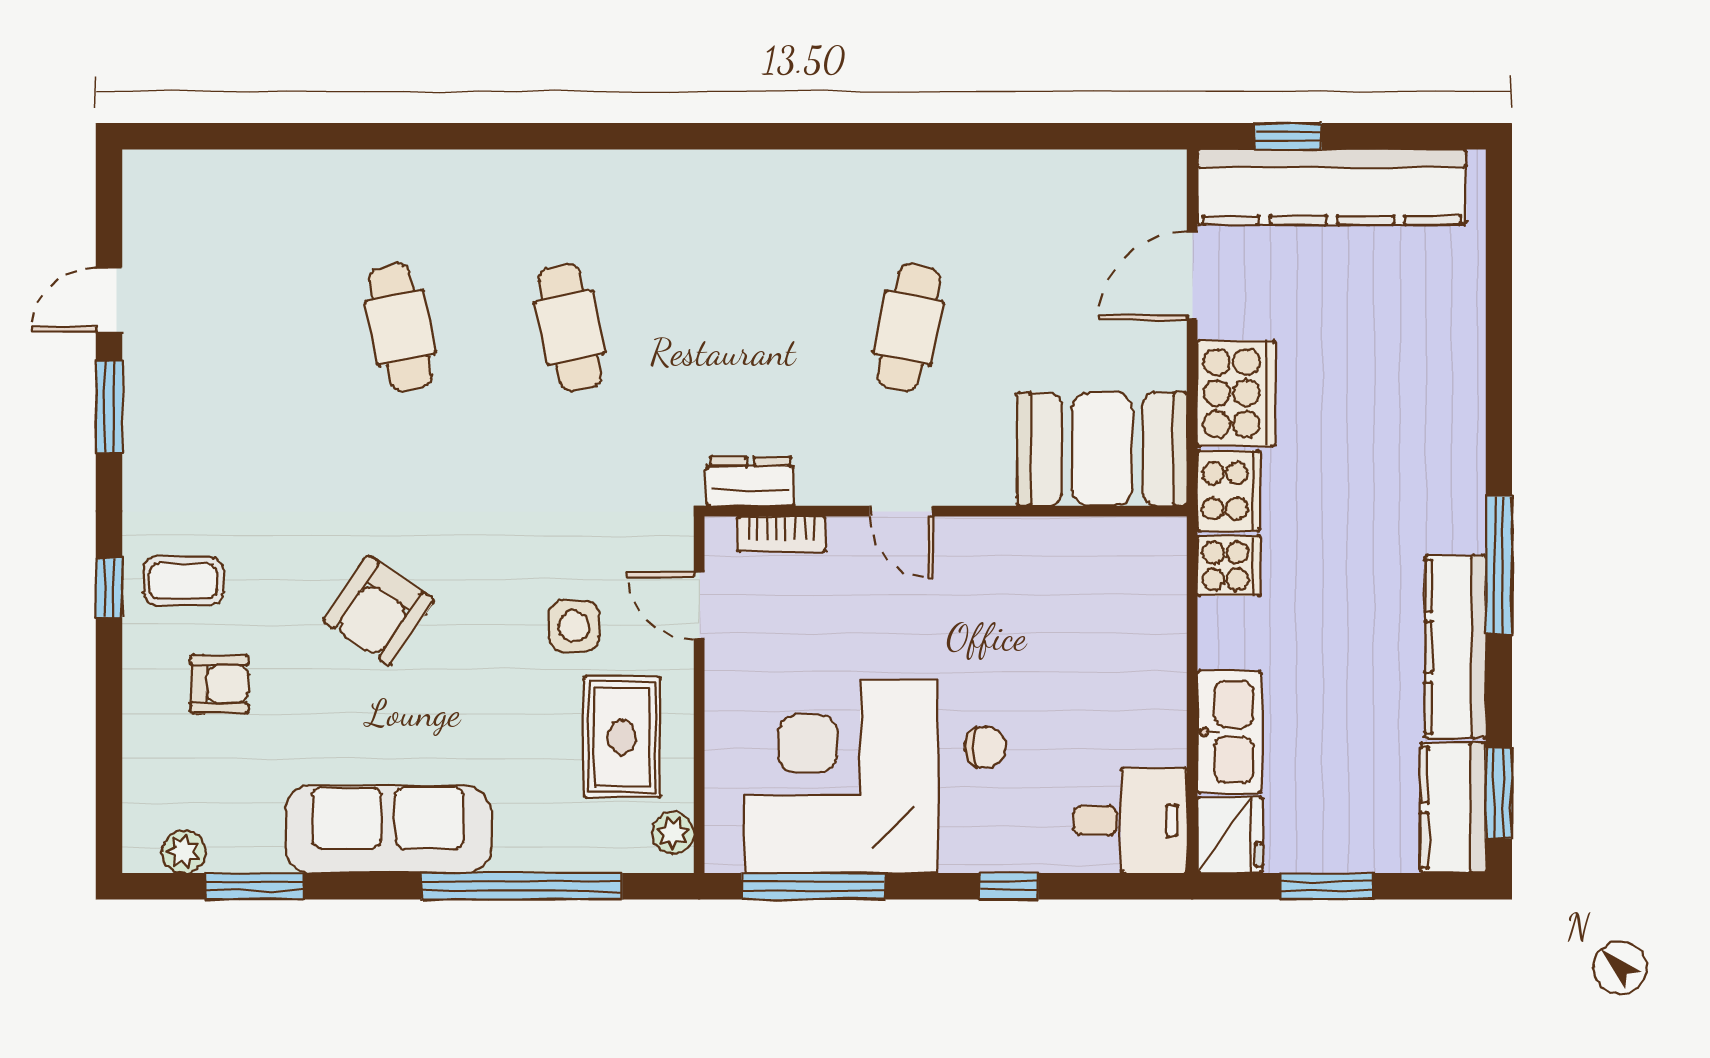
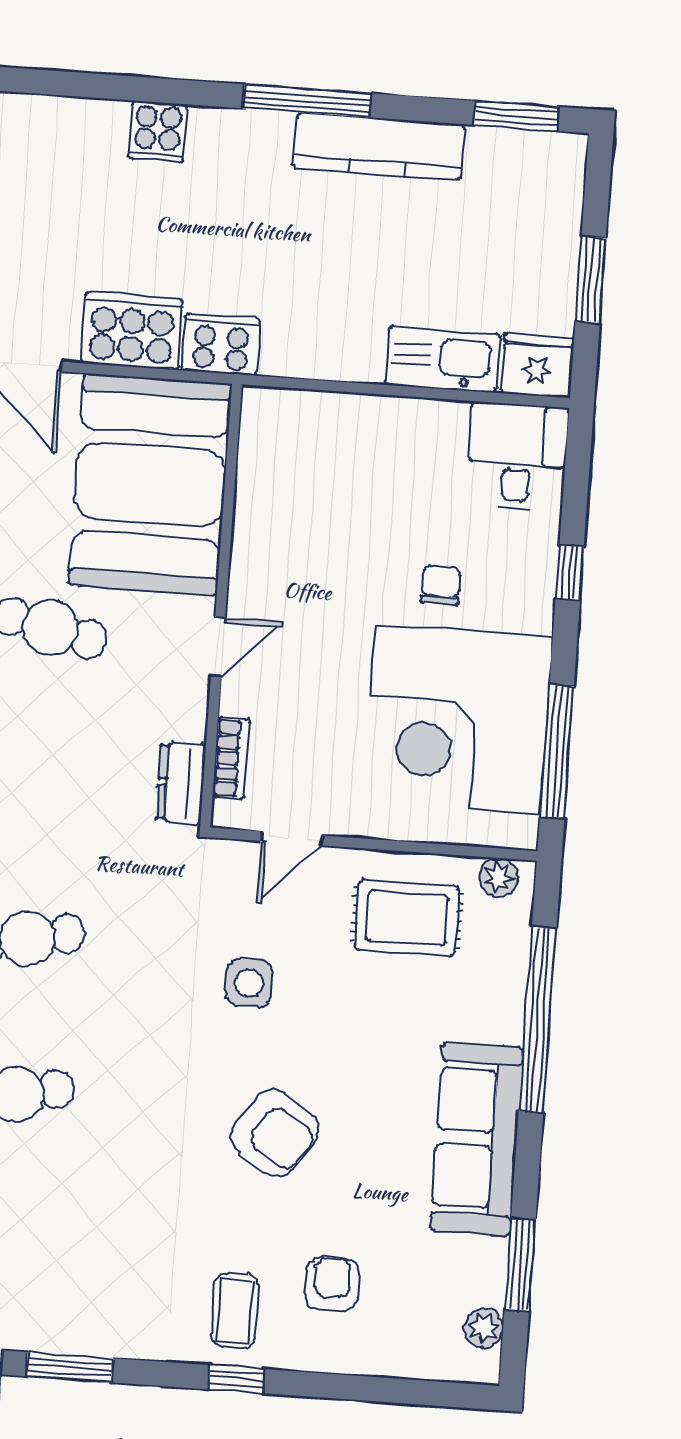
booth: (1102, 449) -> (150, 484), width x1.36, depth x1.42
cooker: (1229, 566) -> (158, 132), moved, turned 180
side table: (574, 626) -> (249, 983), moved
kitchen counter: (1453, 808) -> (527, 159), removed

